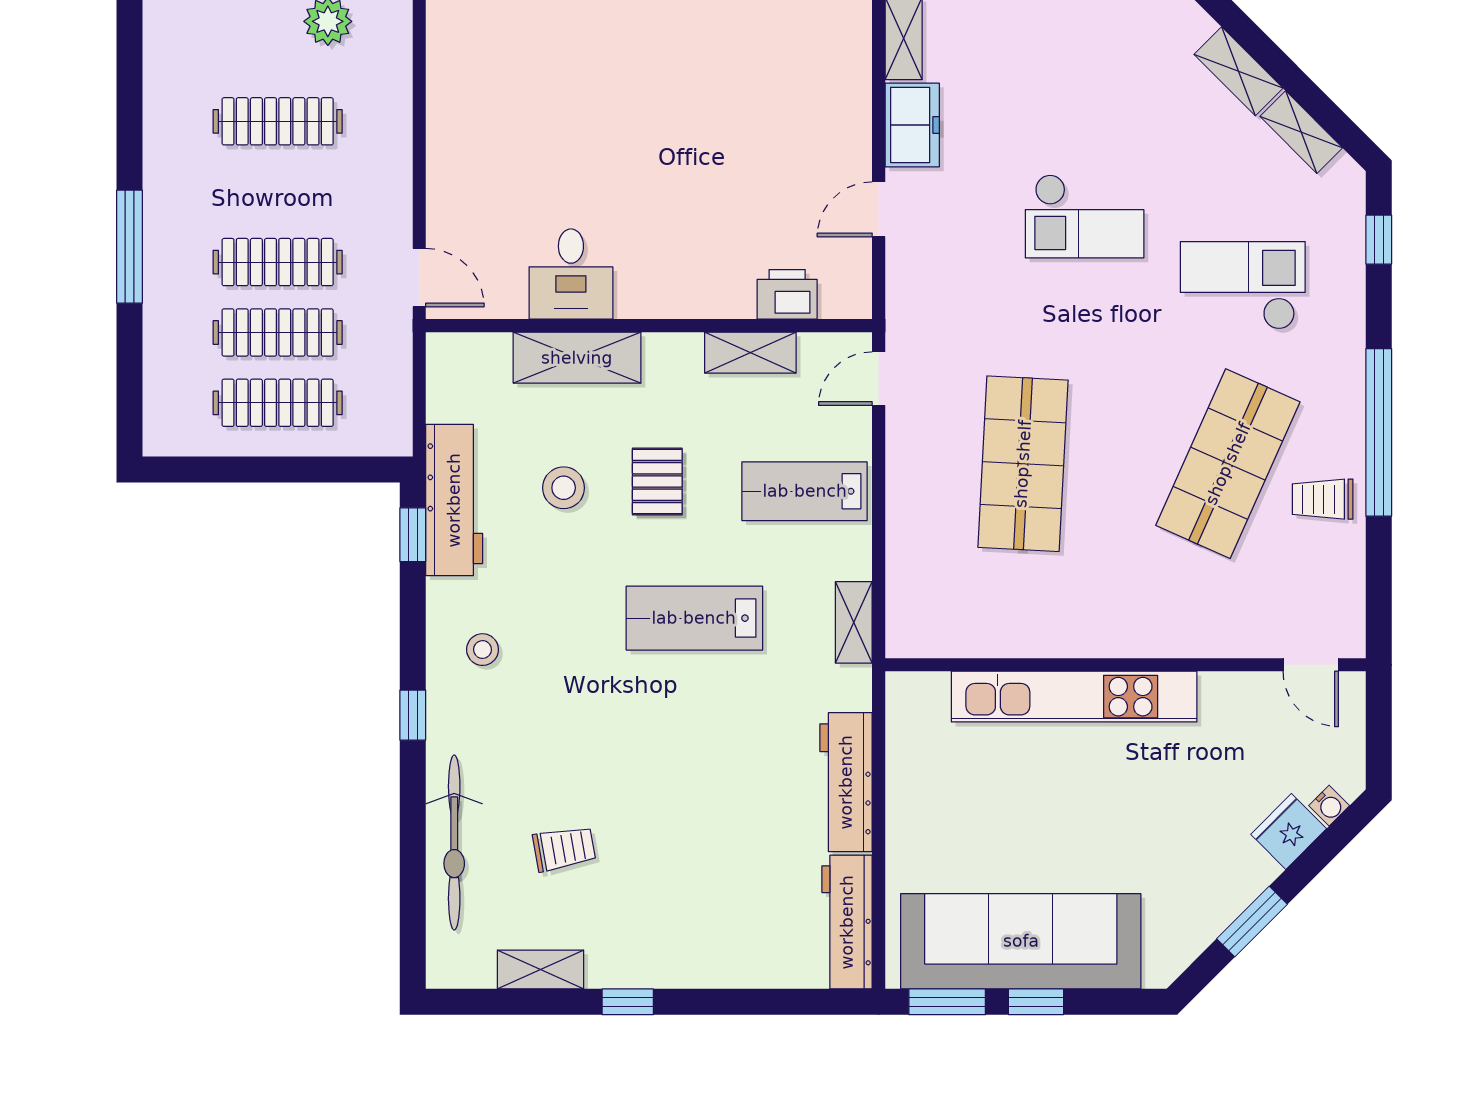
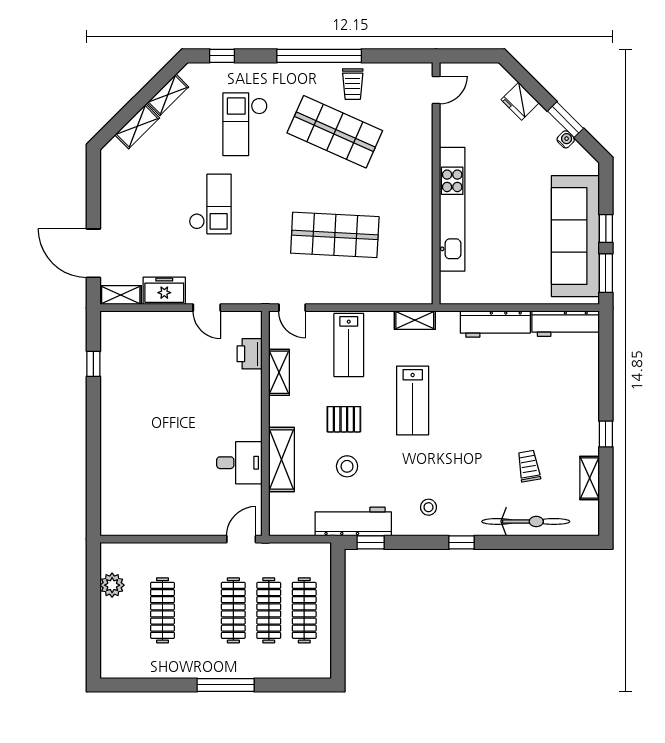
water cooler: (1329, 806) -> (566, 139), moved

